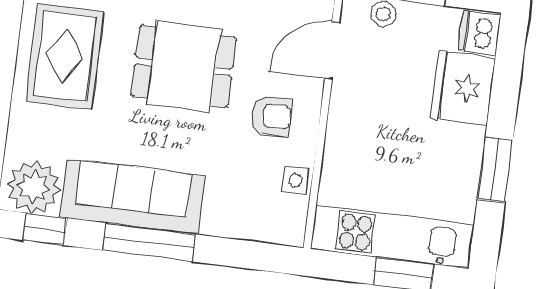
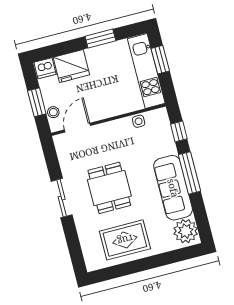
door: (332, 50) -> (77, 128), swing flipped
armchair: (271, 116) -> (115, 142), removed
window: (45, 229) -> (179, 131), moved

